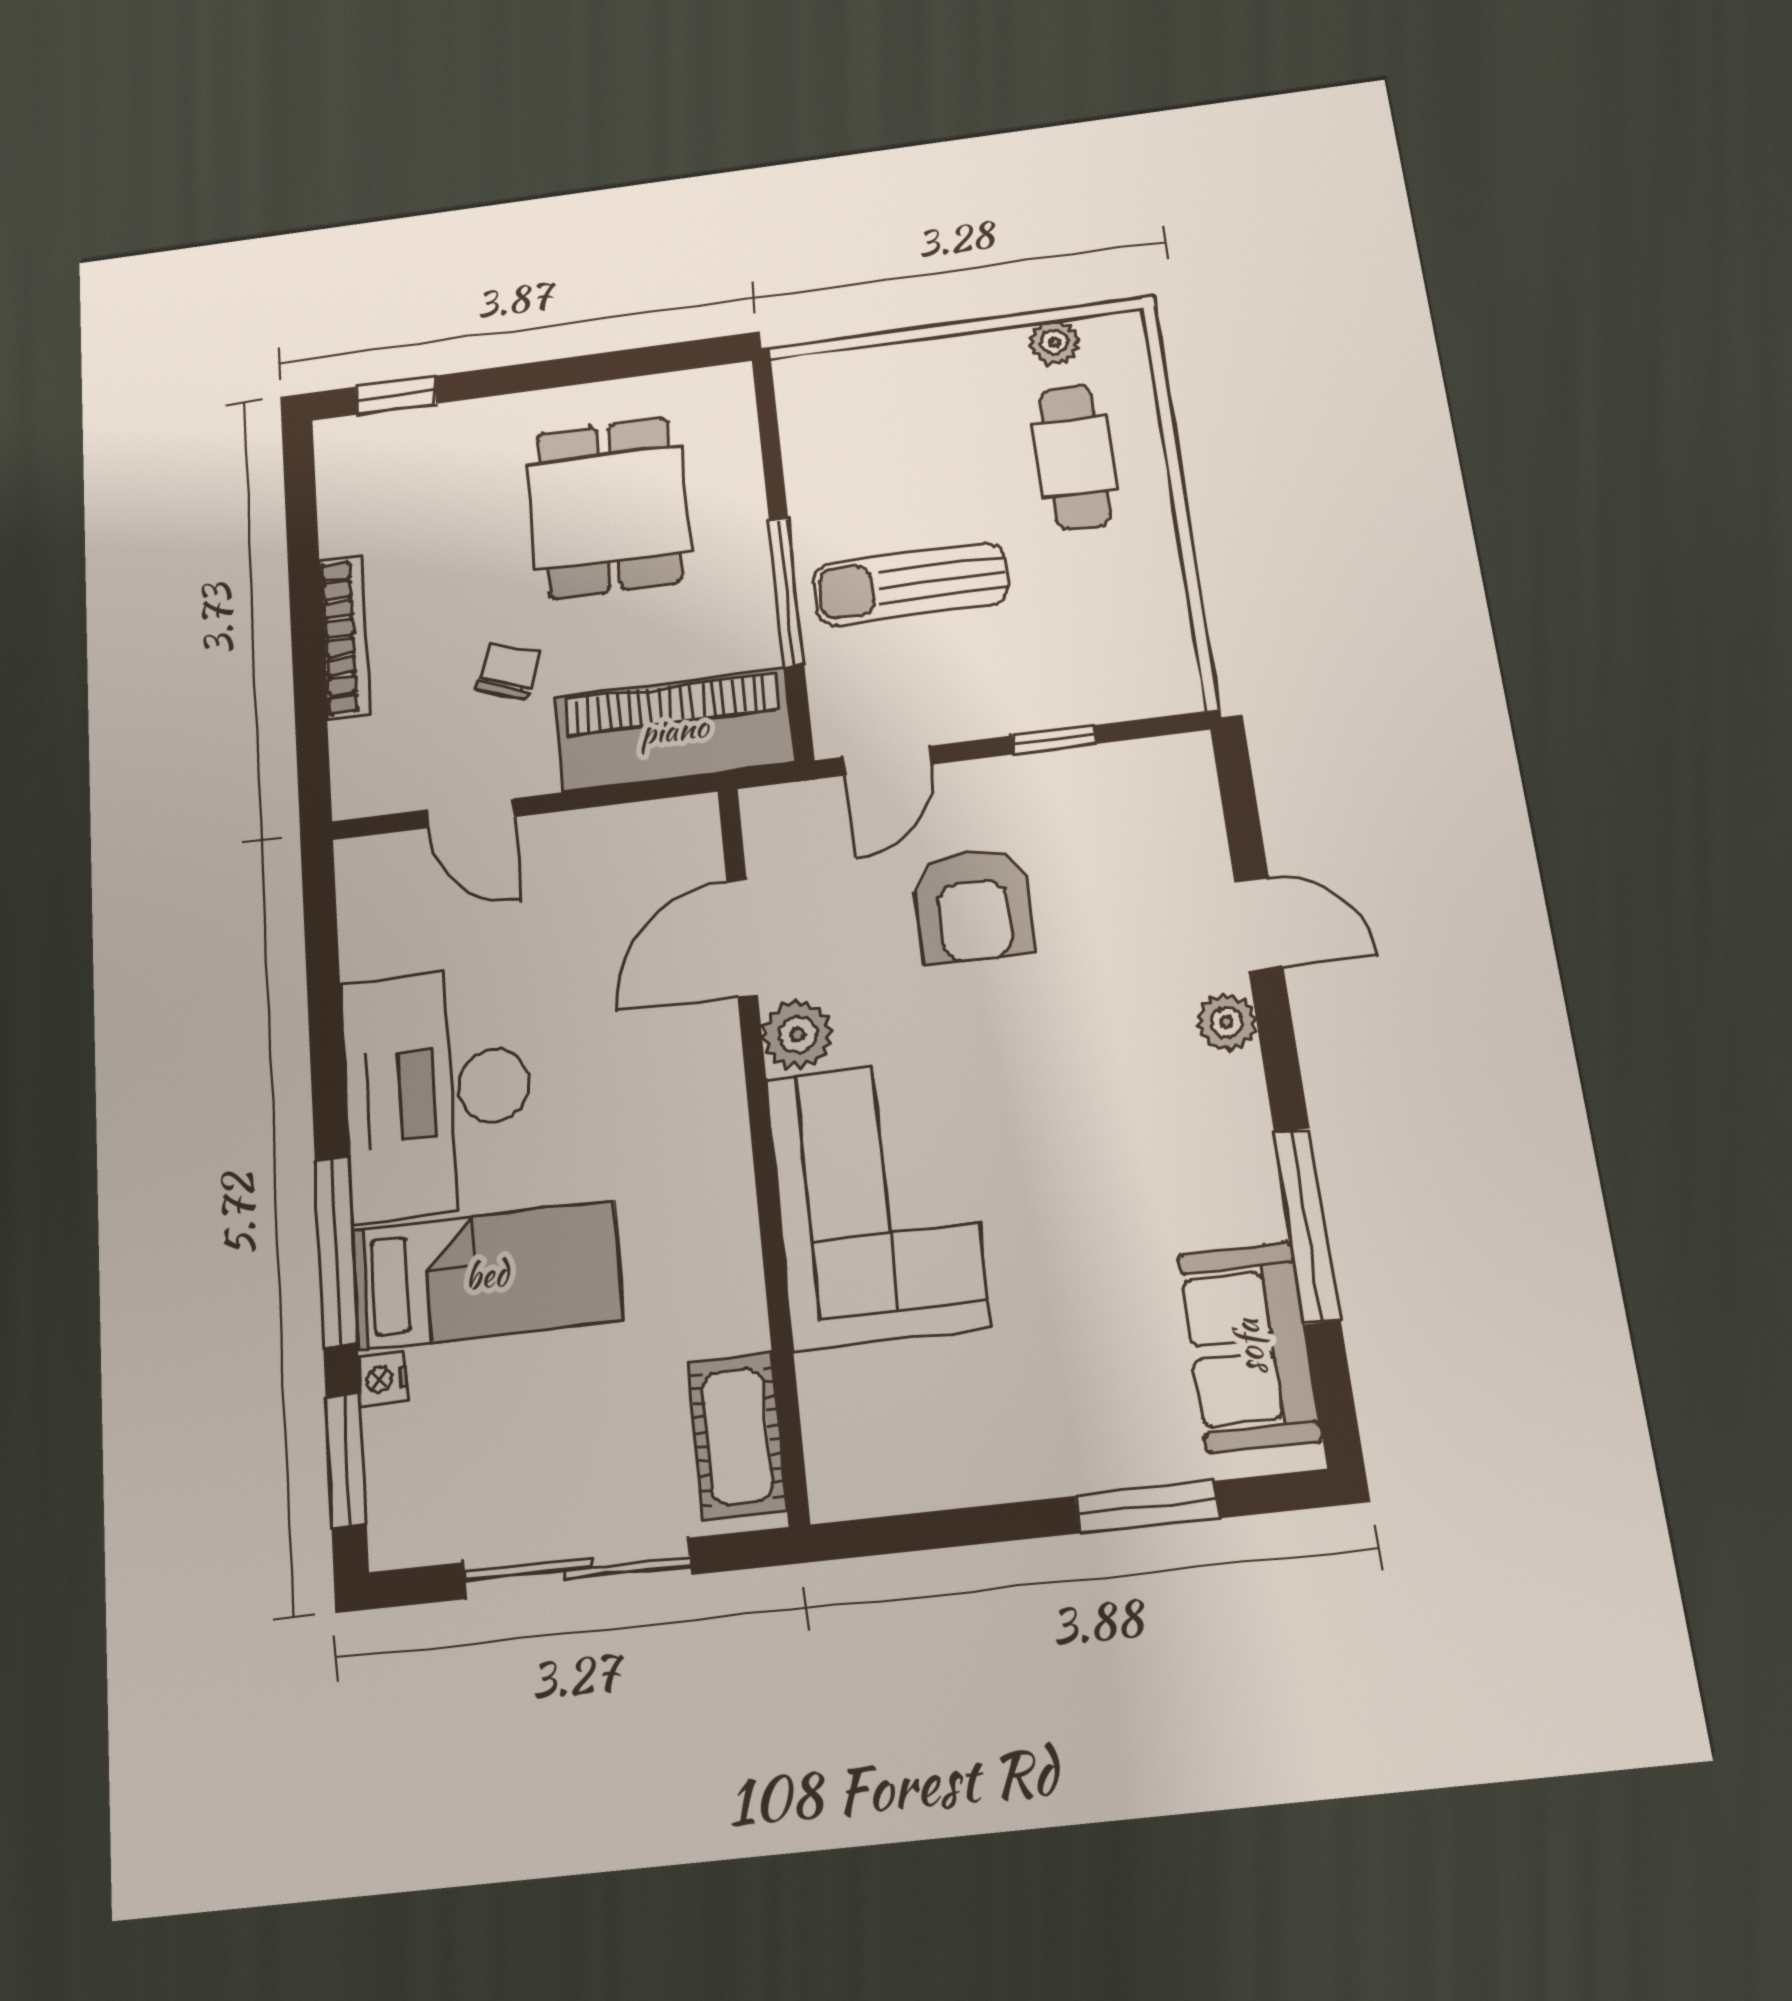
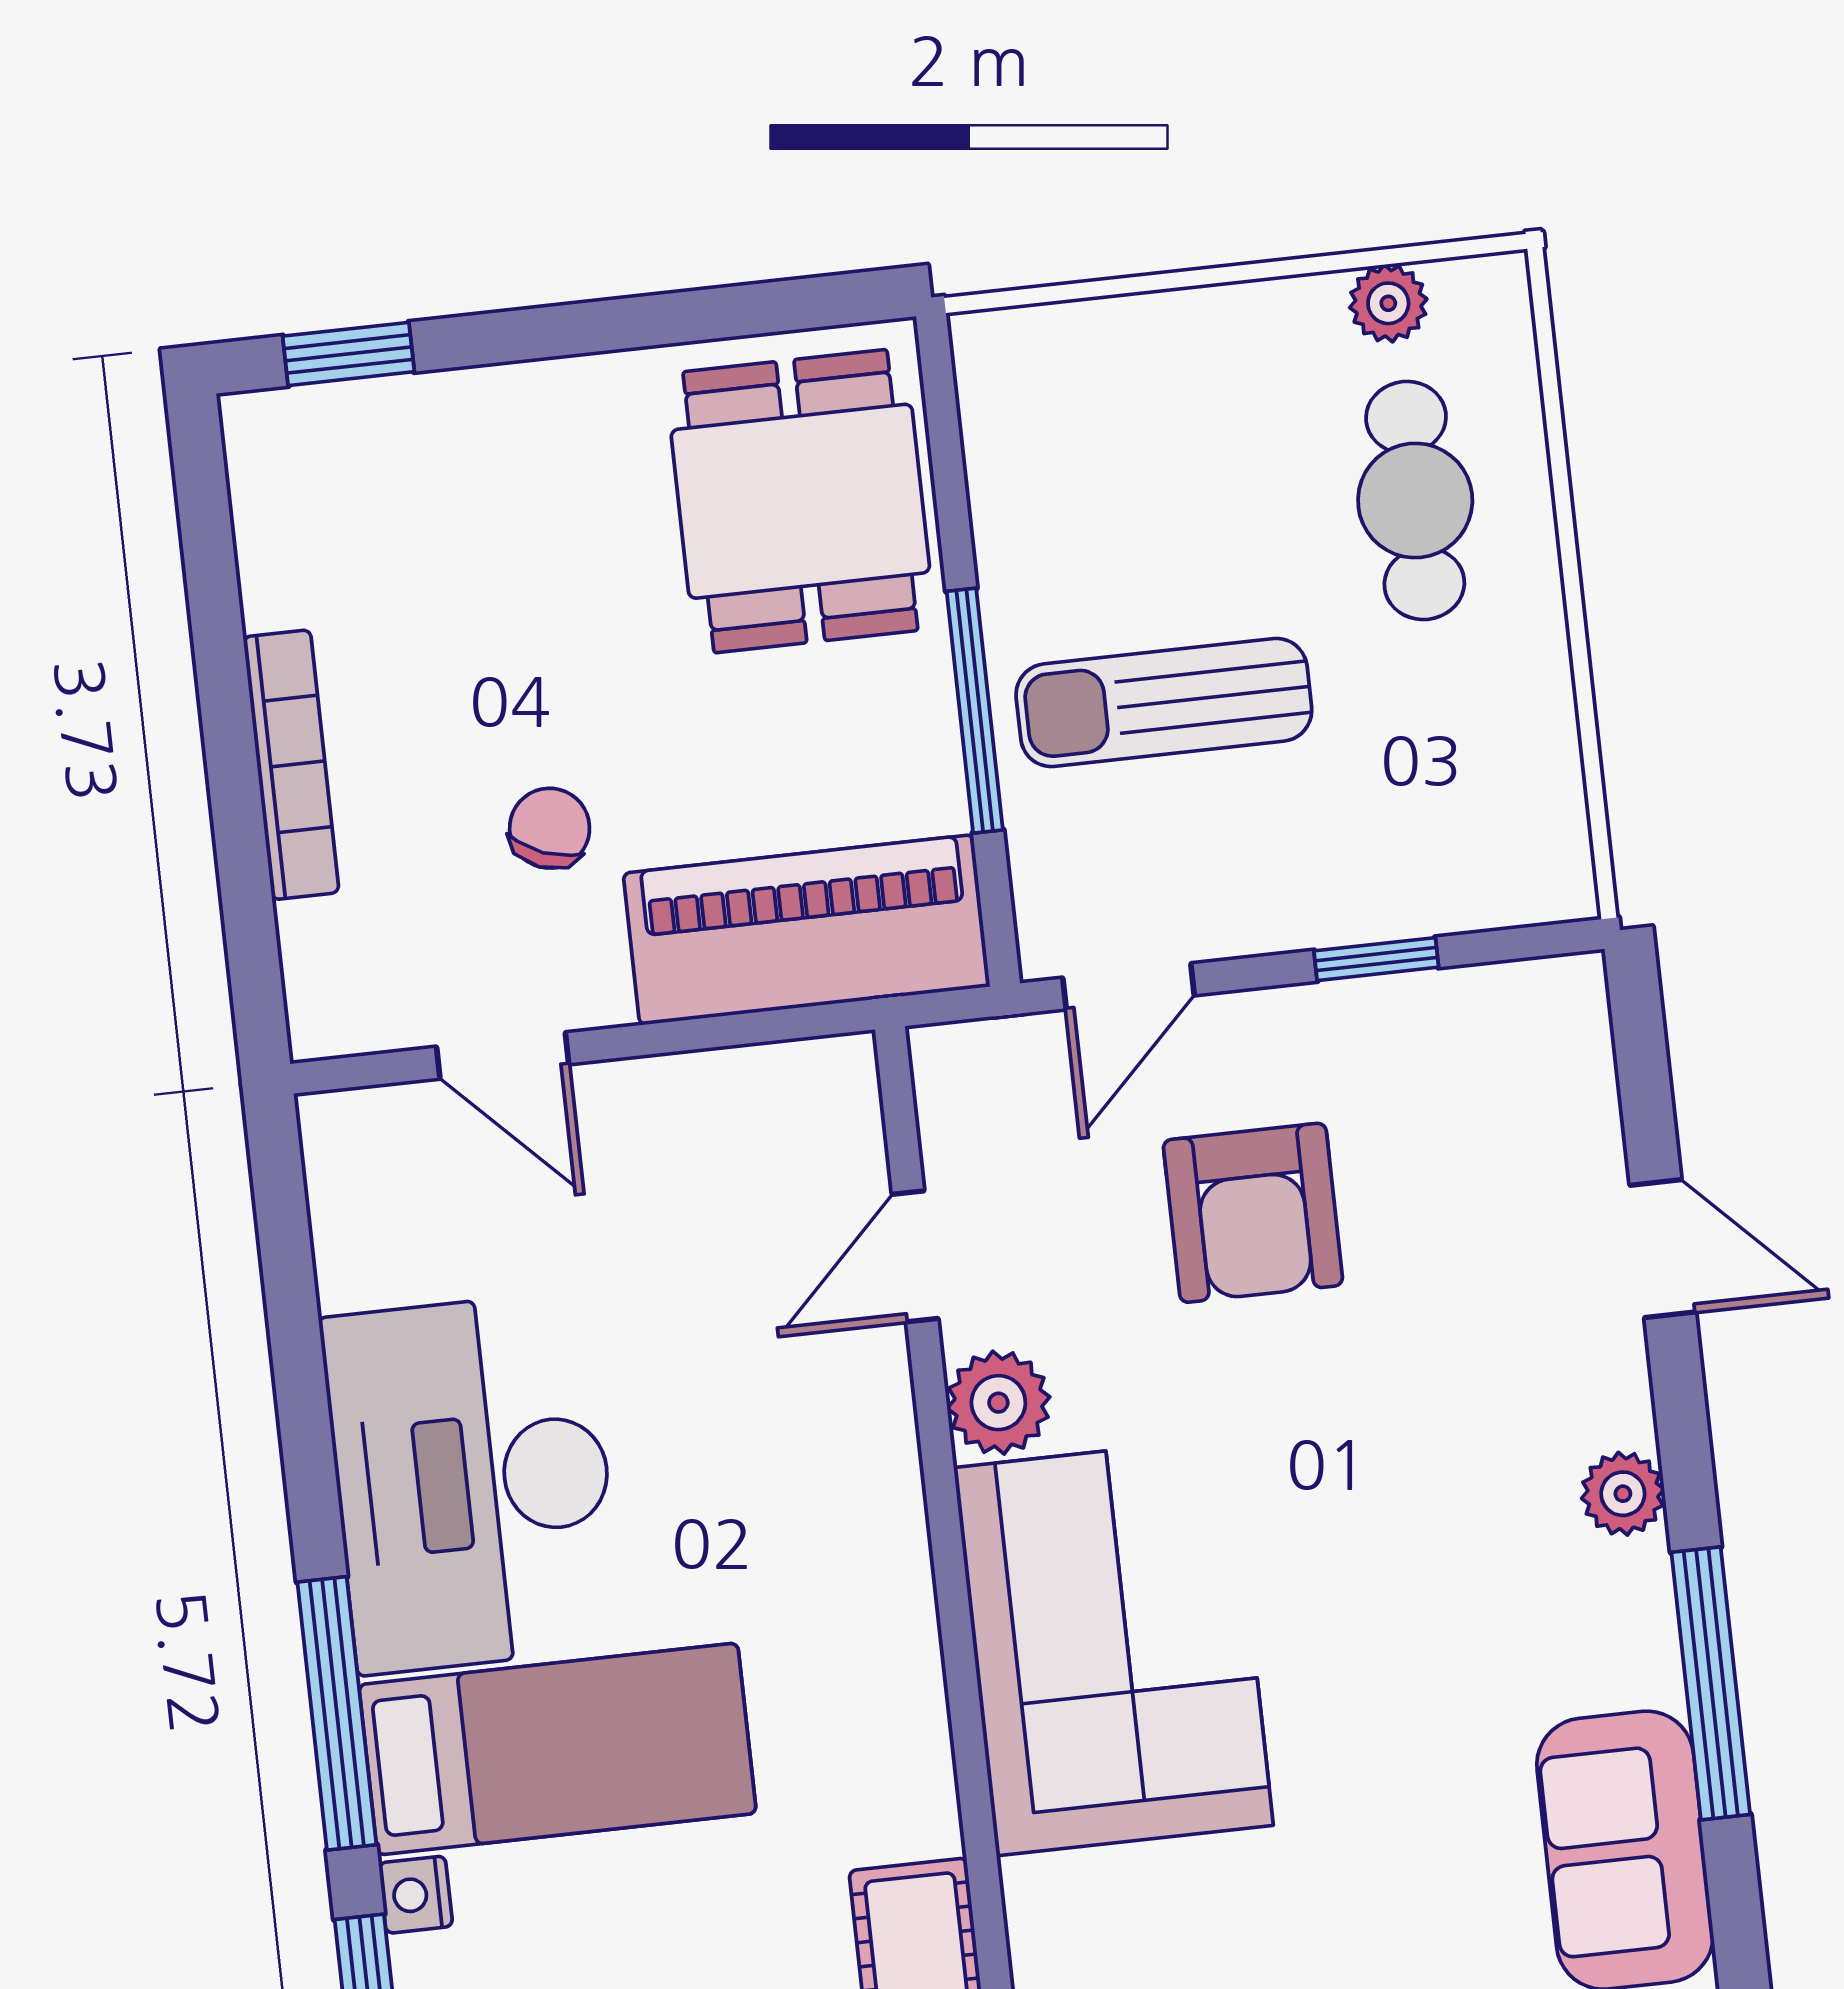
dining table: (609, 507) -> (800, 501), moved
door: (742, 938) -> (915, 1256), width x0.73
plant: (1227, 1022) -> (1623, 1494), moved

